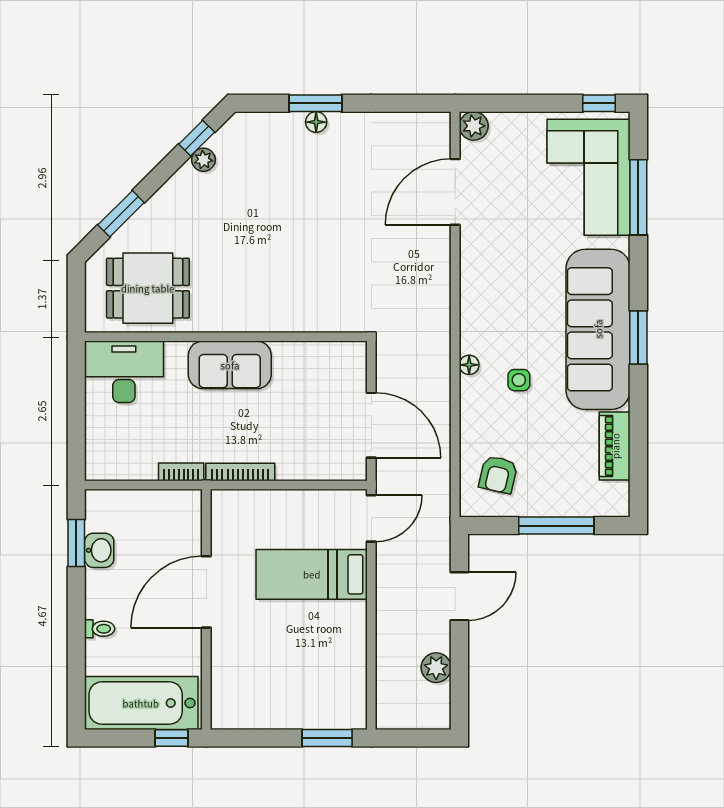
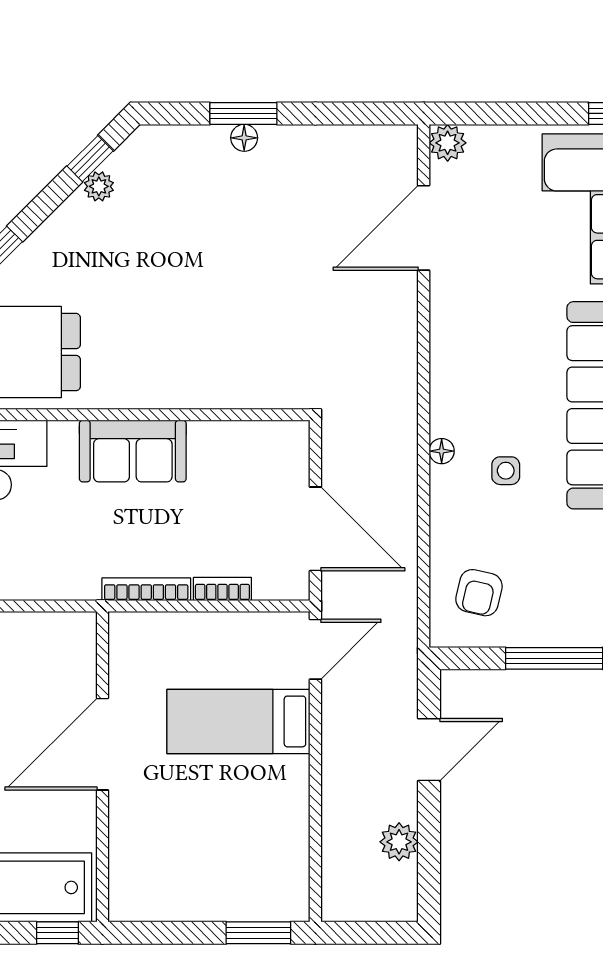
bookcase: (181, 472) -> (222, 589), moved

